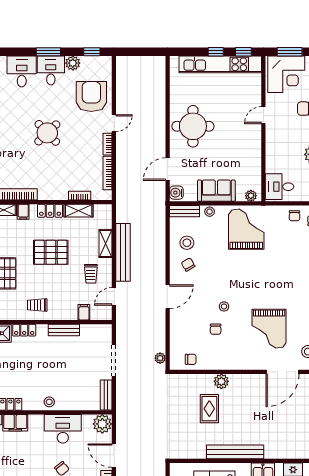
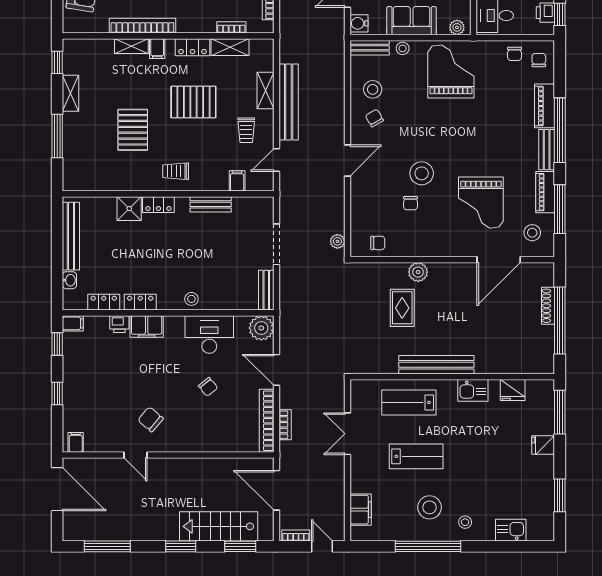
stool: (224, 306) -> (422, 173), width x1.89, depth x1.89

